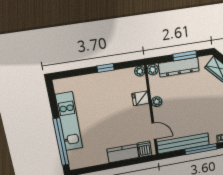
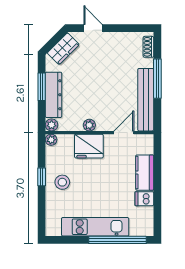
stool: (104, 87) -> (62, 182), added
fridge: (141, 98) -> (89, 146), width x1.88, depth x1.34
dishwasher: (145, 149) -> (144, 199), moved

